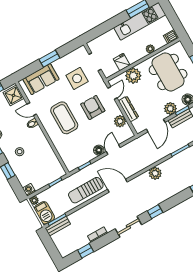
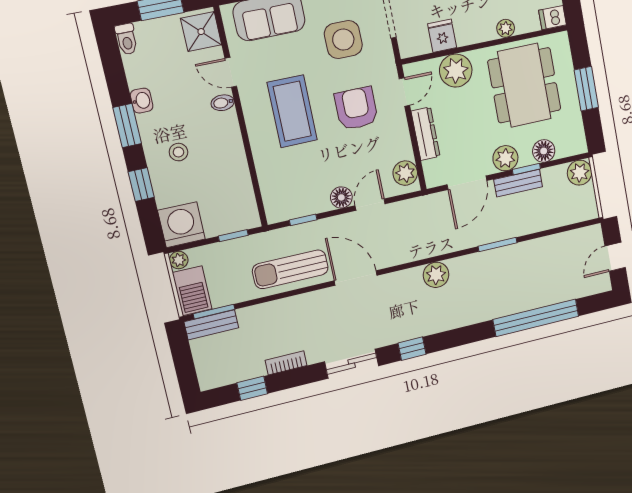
plant: (120, 121) -> (405, 173), moved
washing machine: (29, 190) -> (181, 225), width x1.89, depth x1.89

